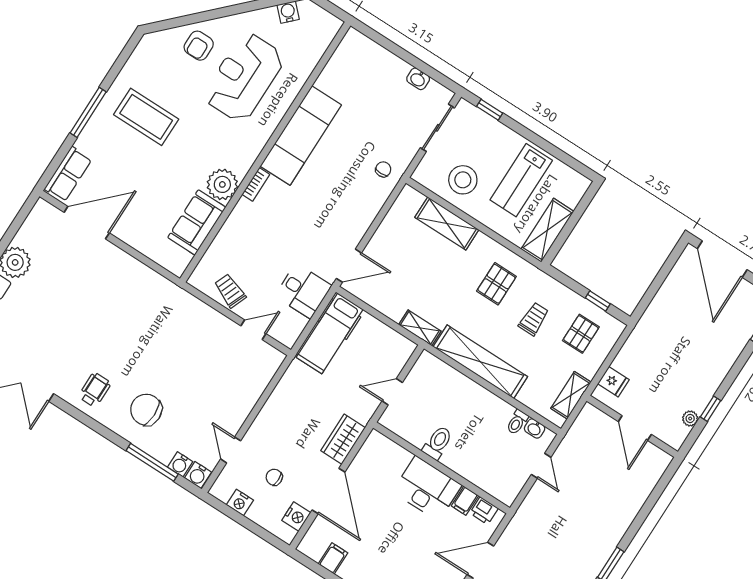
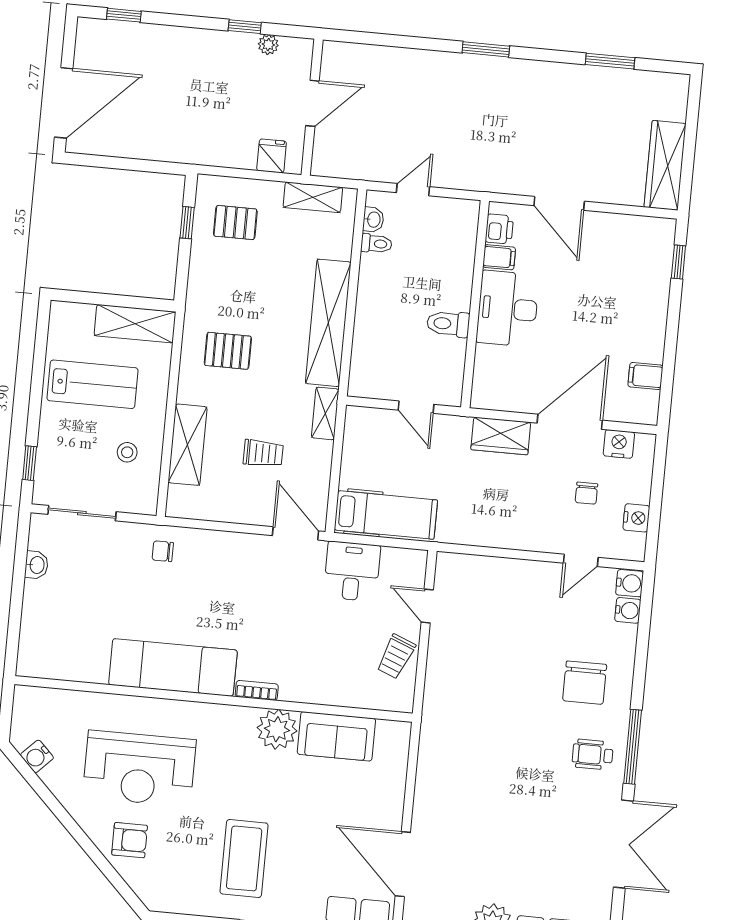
stool: (463, 180) -> (127, 452), width x0.53, depth x0.53
trolley: (534, 319) -> (263, 453), moved, turned 180
window: (152, 462) -> (633, 747), moved

